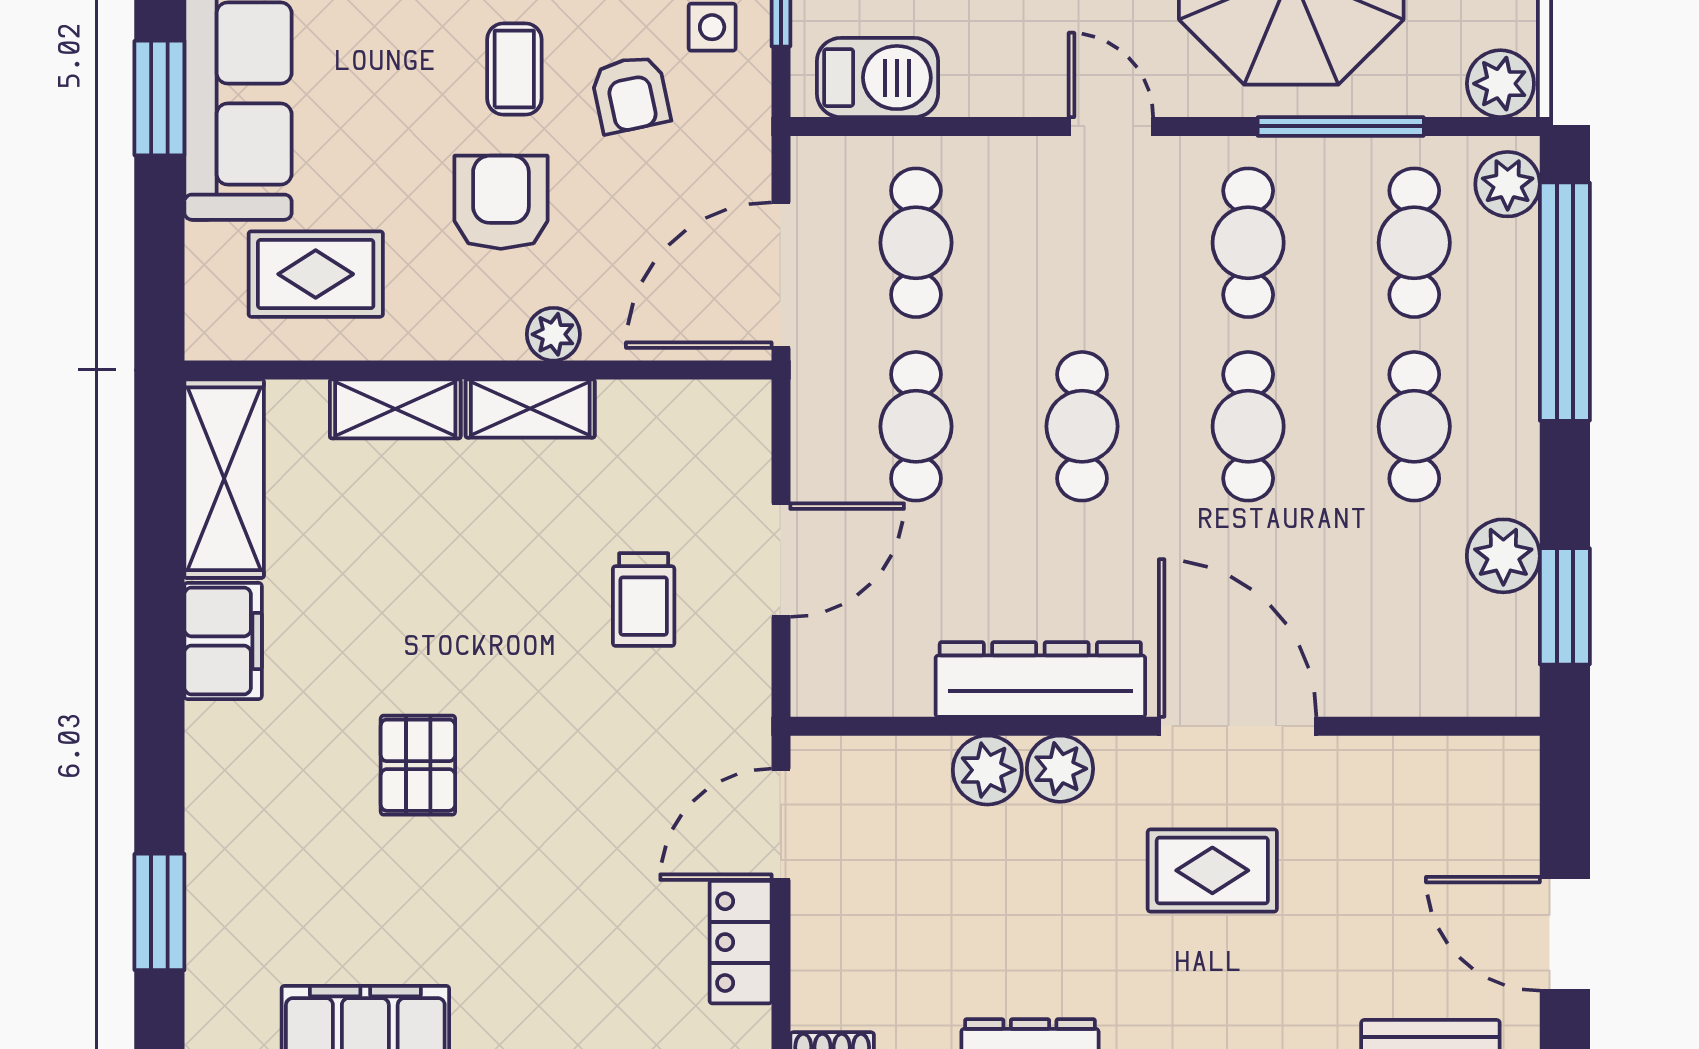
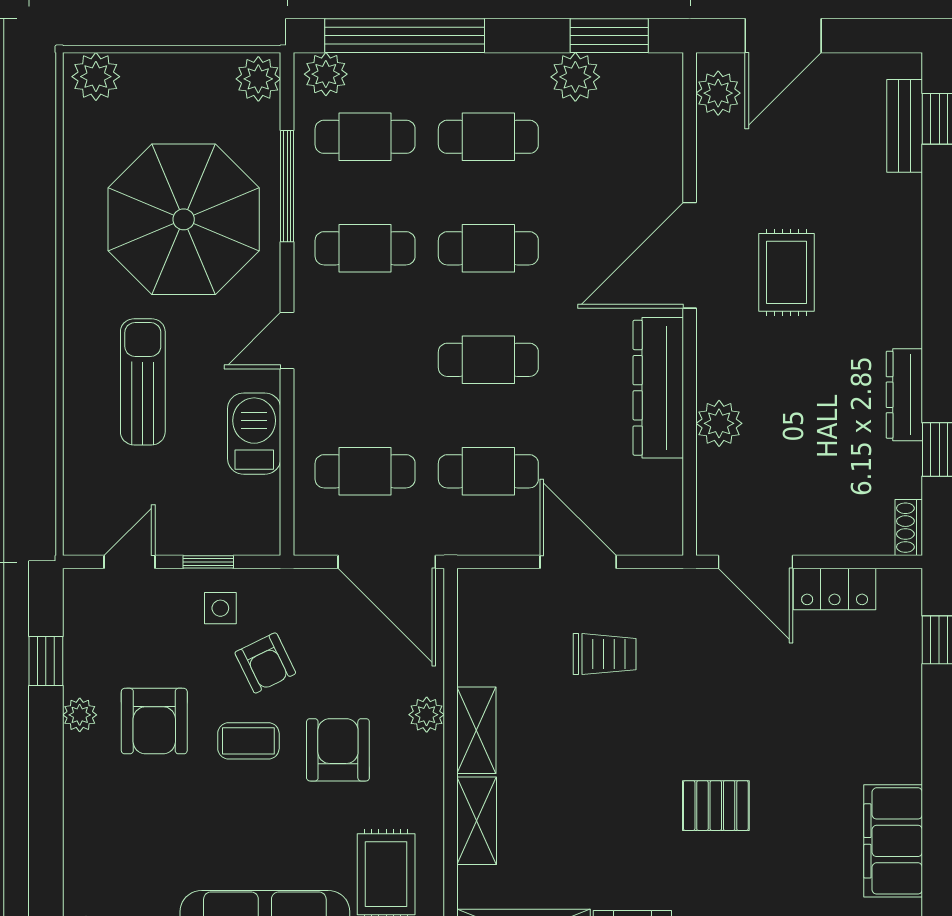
barbecue: (877, 78) -> (254, 434), moved
armchair: (630, 94) -> (265, 663), turned 76
armchair: (501, 202) -> (338, 750), turned 90
plant: (1060, 769) -> (718, 93), moved
door: (1565, 934) -> (783, 36), moved

